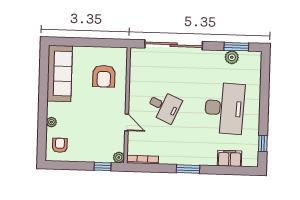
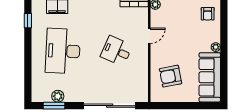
armchair: (104, 76) -> (171, 76), turned -101
plant: (51, 122) -> (216, 47), moved
door: (127, 122) -> (149, 36), swing flipped

